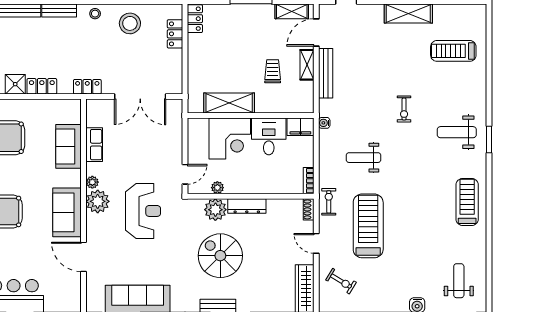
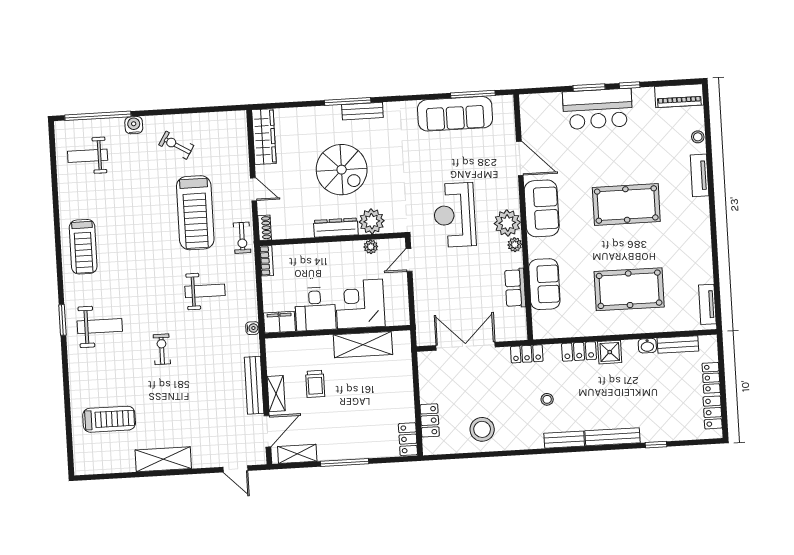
stool: (95, 14) -> (547, 399), moved
spiral stairs: (220, 256) -> (342, 170), moved
exercise bike: (341, 281) -> (176, 145), moved
weight bench: (459, 281) -> (88, 156), turned 90

